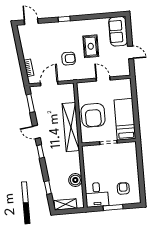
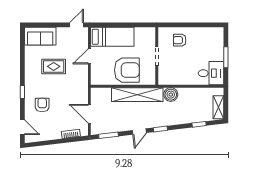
door: (31, 22) -> (22, 127), swing flipped
door: (131, 52) -> (77, 25), moved
armchair: (69, 59) -> (42, 105), moved
bed: (125, 119) -> (112, 37), moved, turned 180
boiler: (75, 180) -> (171, 95), moved
armchair: (123, 188) -> (180, 40), moved

